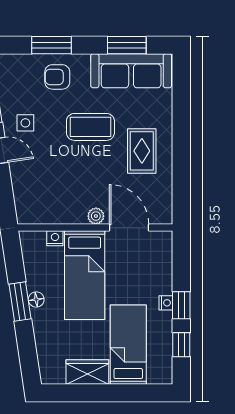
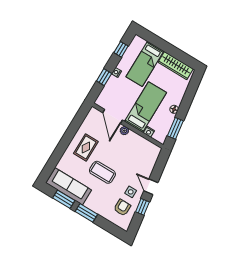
window: (51, 45) -> (86, 213), moved
armchair: (57, 77) -> (122, 208), moved, turned -90
window: (20, 301) -> (175, 128), moved
window: (181, 305) -> (104, 77), moved
wardrobe: (87, 372) -> (176, 66), width x1.50

